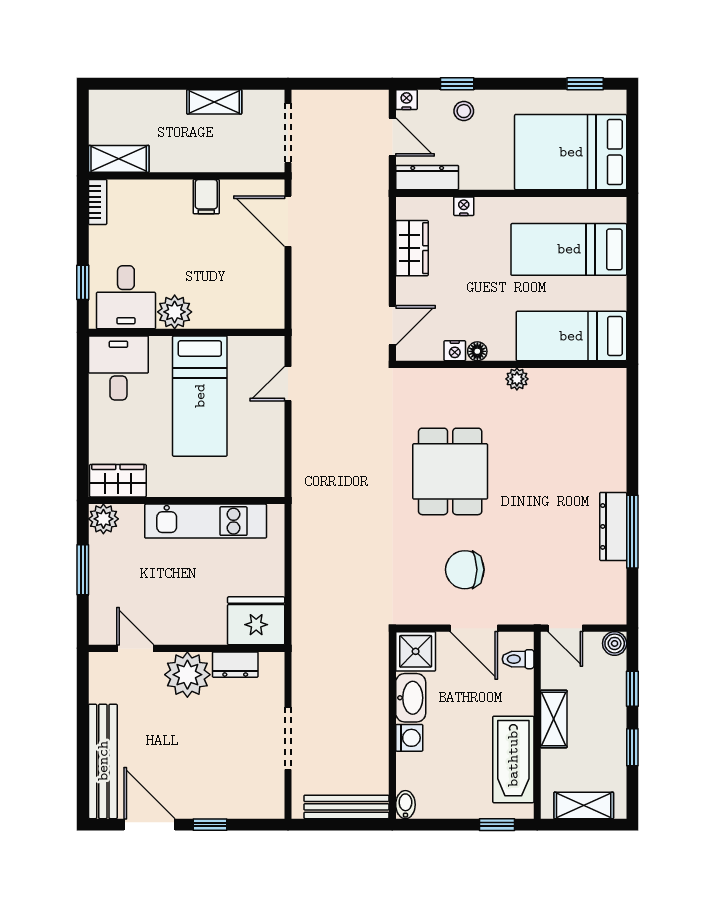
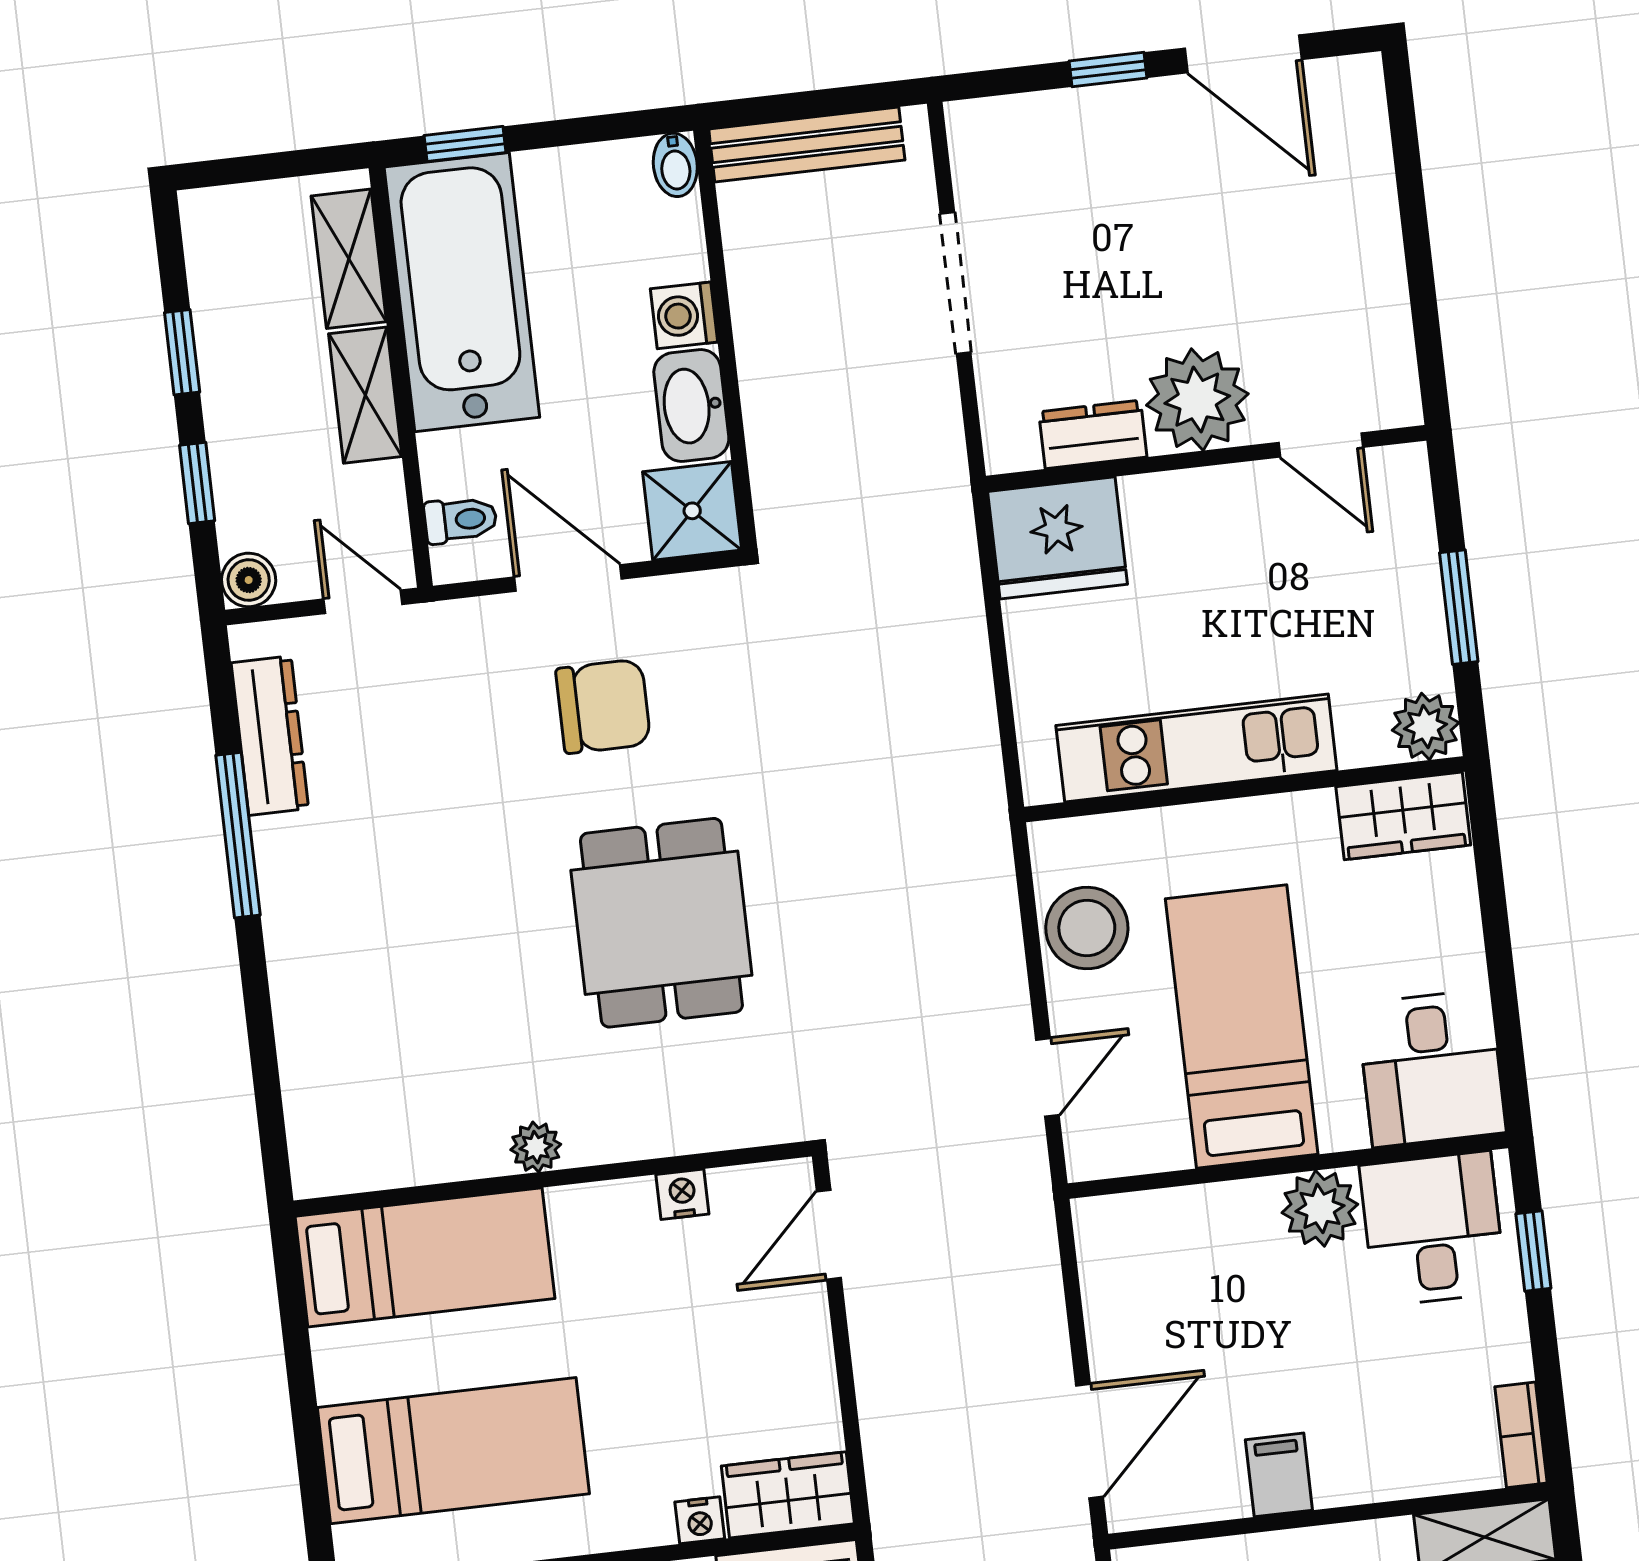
door: (288, 221) -> (1090, 1441), hinge flipped
wardrobe: (412, 248) -> (788, 1495), moved, turned 90
floor lamp: (477, 351) -> (632, 1199), removed
stool: (263, 447) -> (1087, 928), added
dresser: (613, 526) -> (270, 736), moved
bathtub: (513, 759) -> (462, 292), width x1.36, depth x1.36
bench: (103, 761) -> (1364, 183), removed
shelving: (584, 805) -> (349, 259), moved, turned 90

